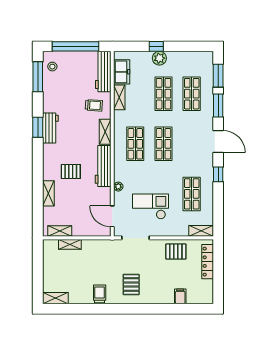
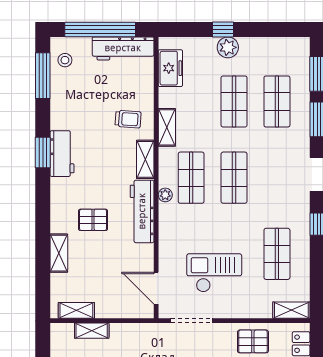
workbench: (103, 71) -> (123, 48), moved, turned -90
shelving: (119, 97) -> (167, 127), moved
plant: (118, 187) -> (165, 195), moved

